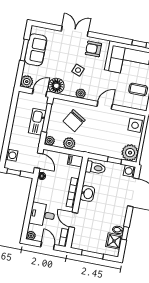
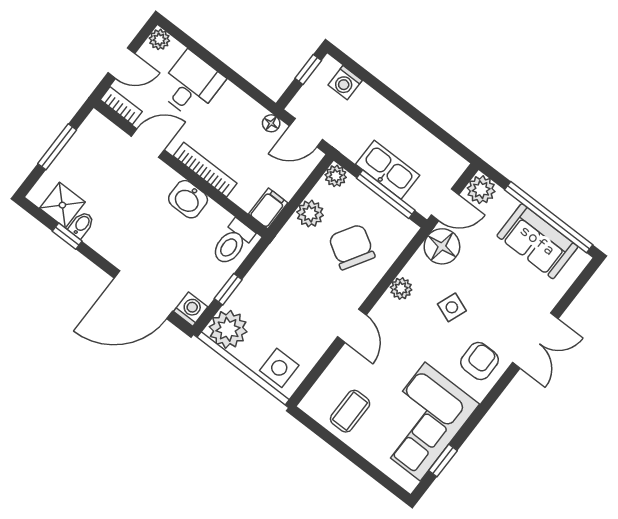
window: (24, 50) -> (549, 217), width x2.11
door: (40, 93) -> (445, 205), hinge flipped

